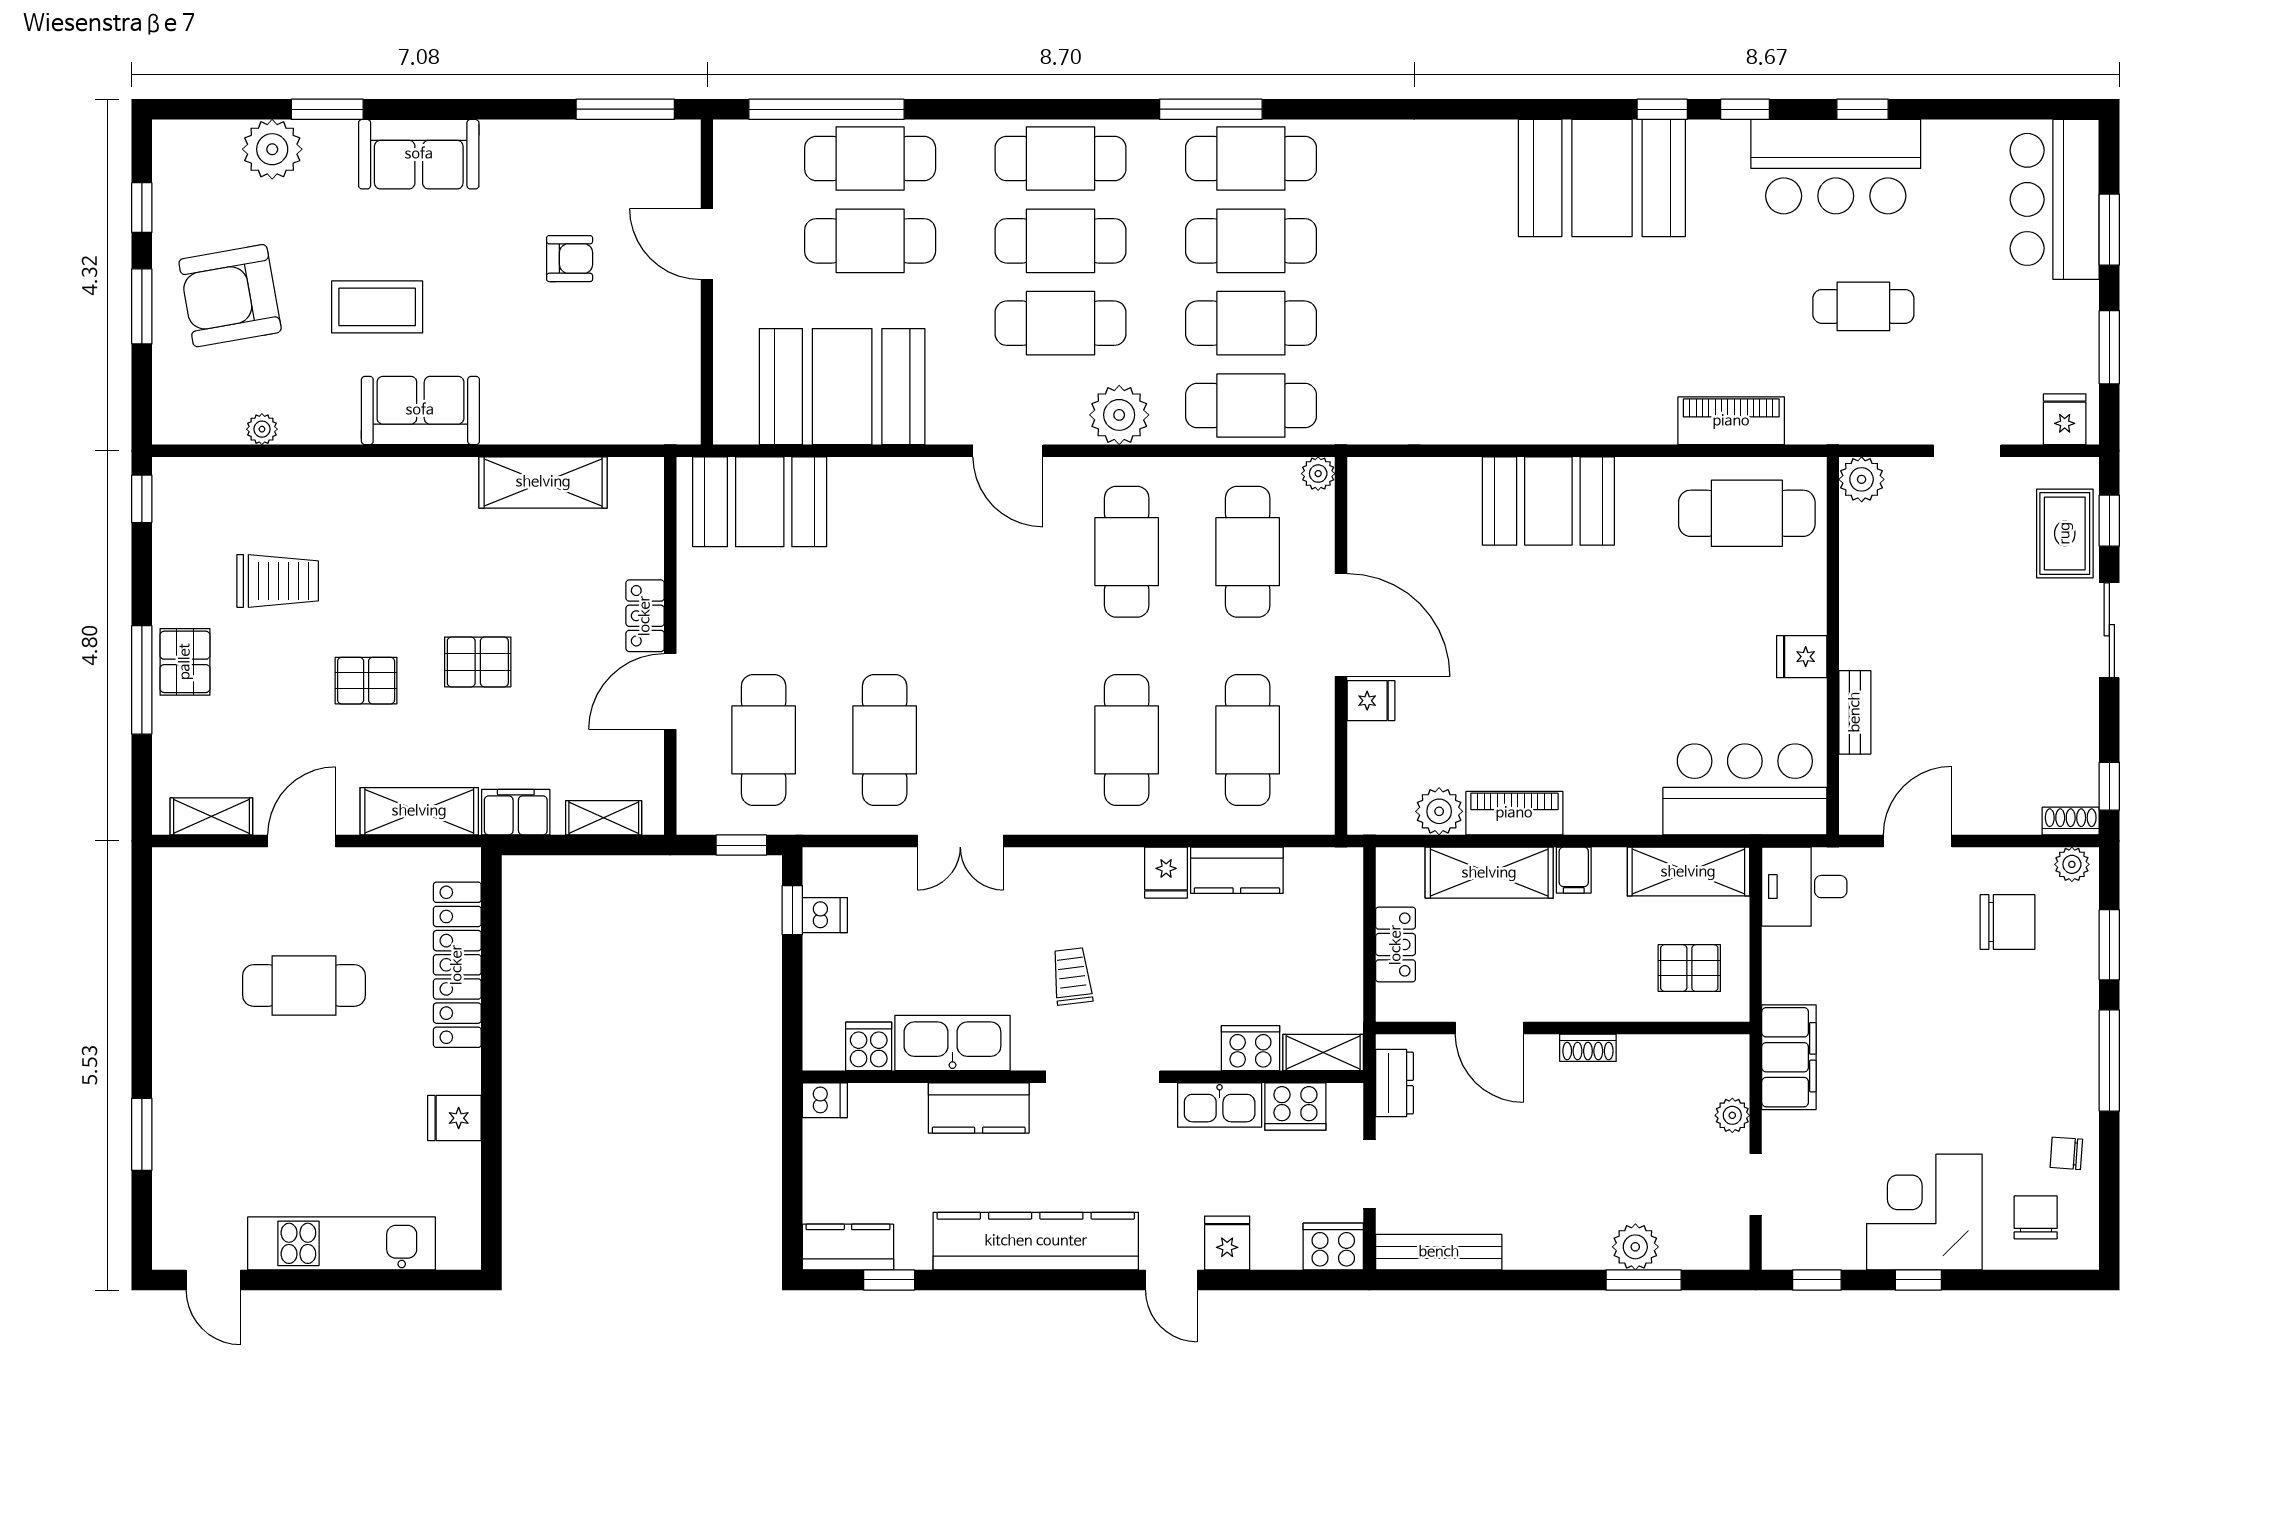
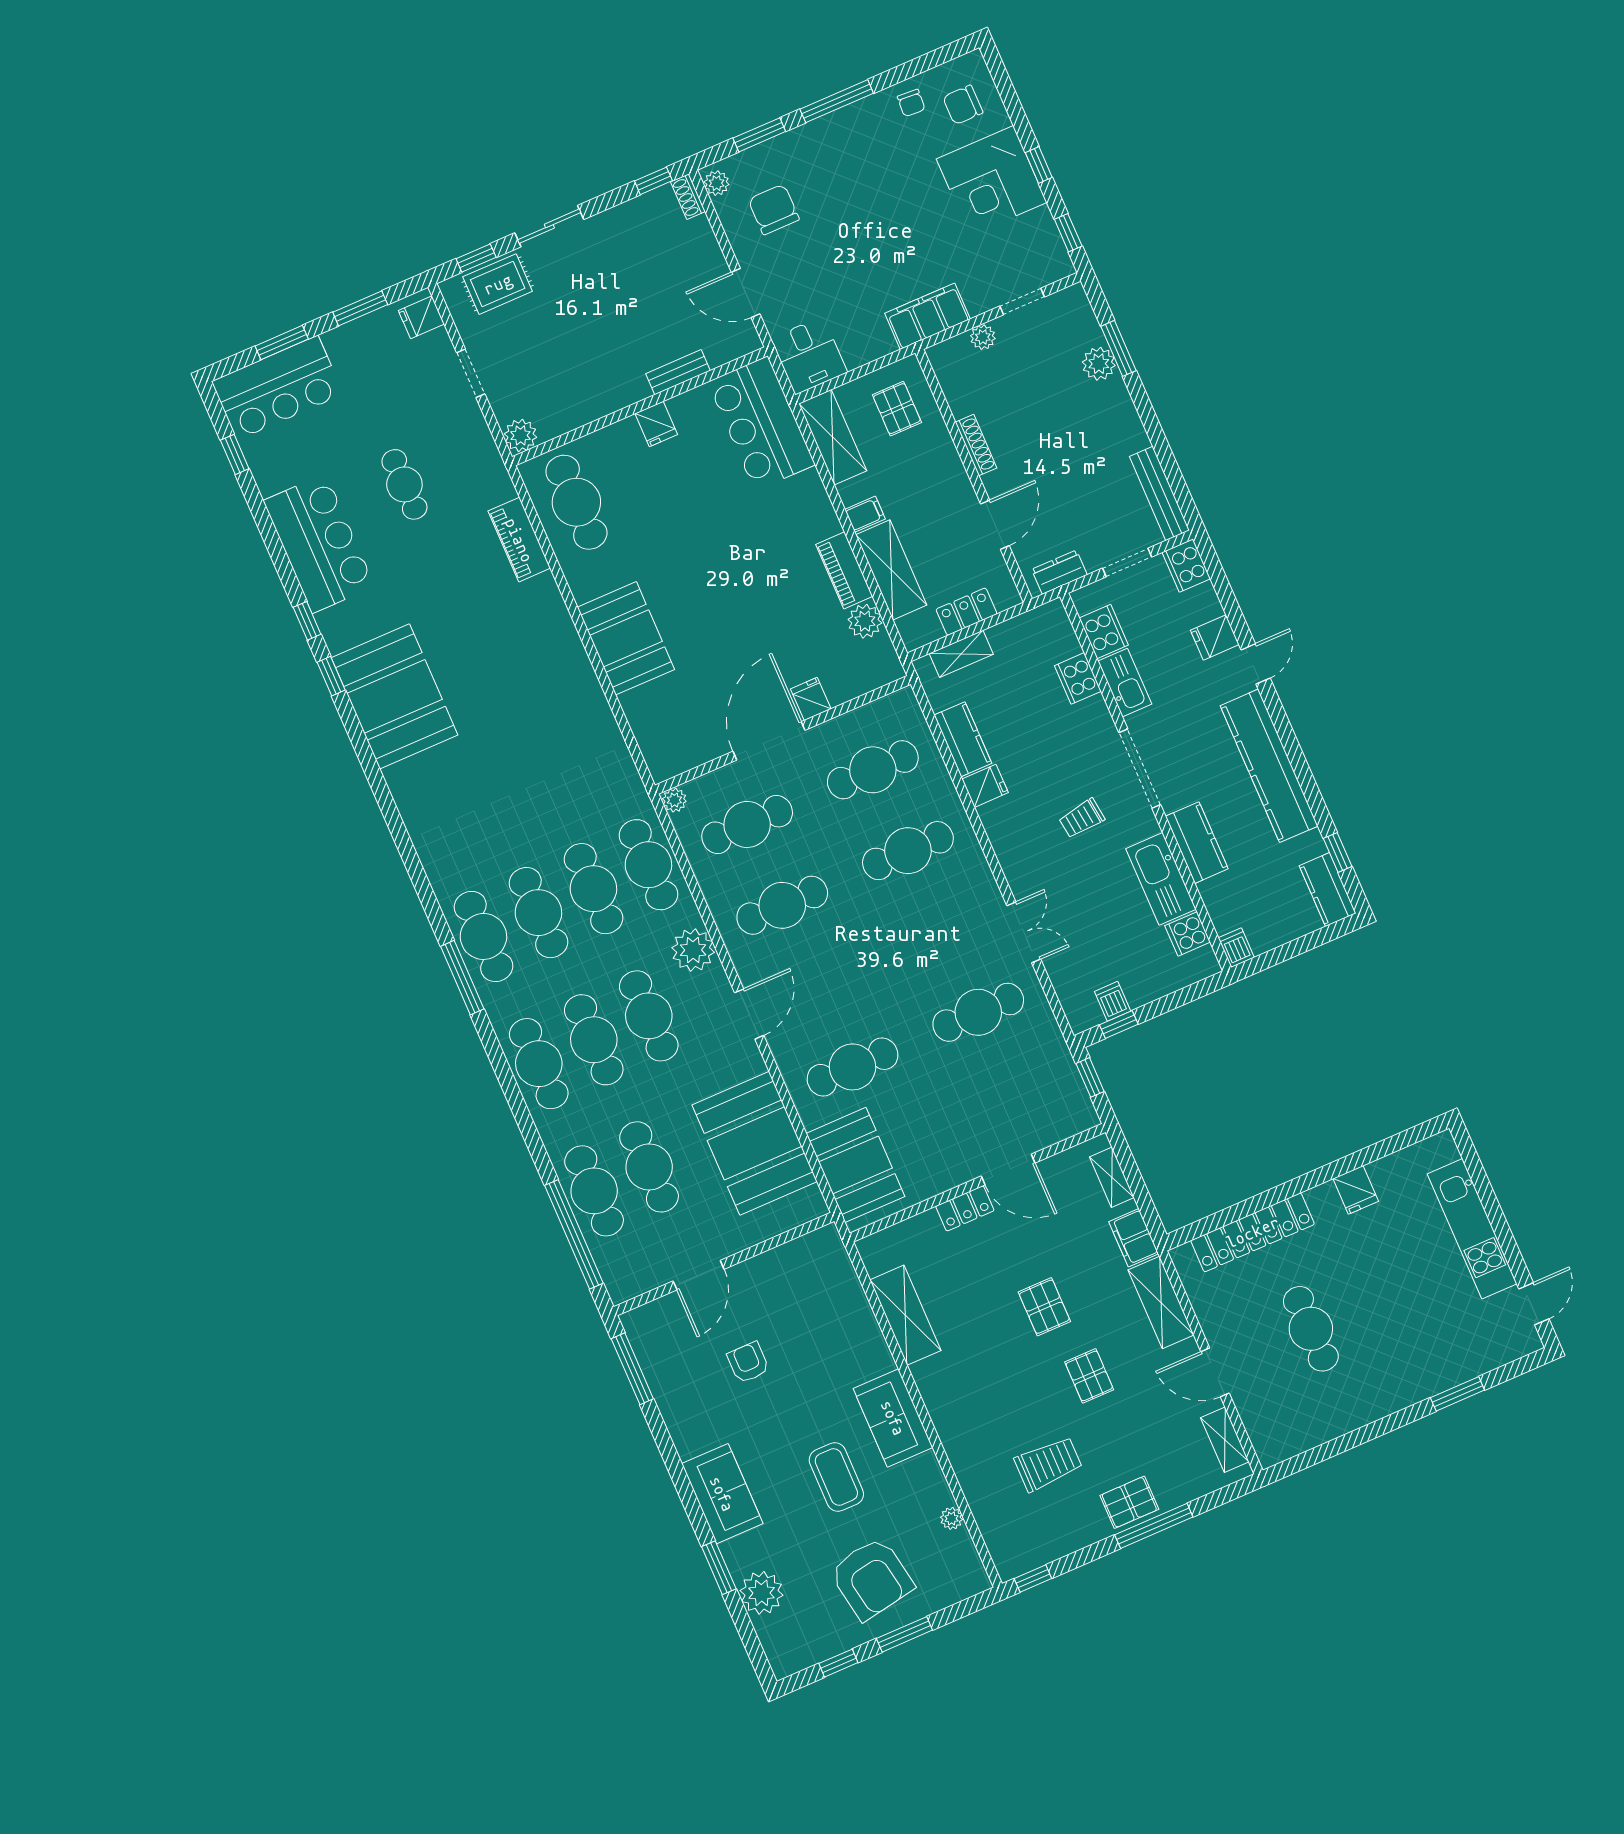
window: (1862, 109) -> (235, 454), moved
trolley: (278, 581) -> (1048, 1464), turned 90
cafe table: (764, 740) -> (853, 1067), moved
shoe rack: (1588, 1048) -> (976, 445), width x1.43
shelving: (1323, 1053) -> (961, 654), moved, turned 90

